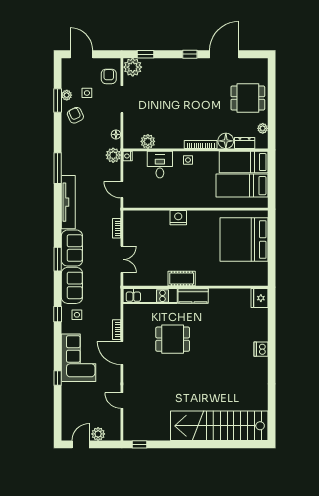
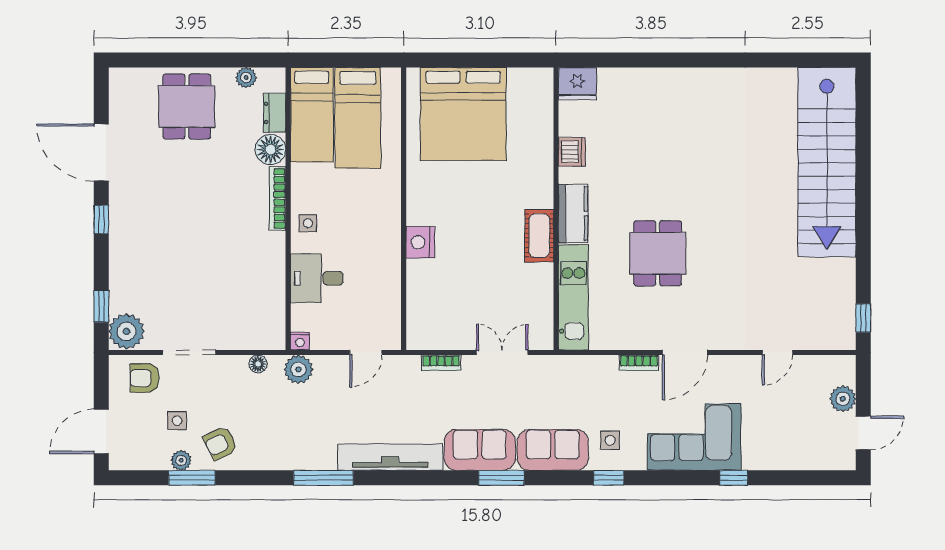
plant: (148, 141) -> (272, 302), removed
dishwasher: (261, 349) -> (572, 152), moved, turned -90
door: (81, 444) -> (863, 433), swing flipped

